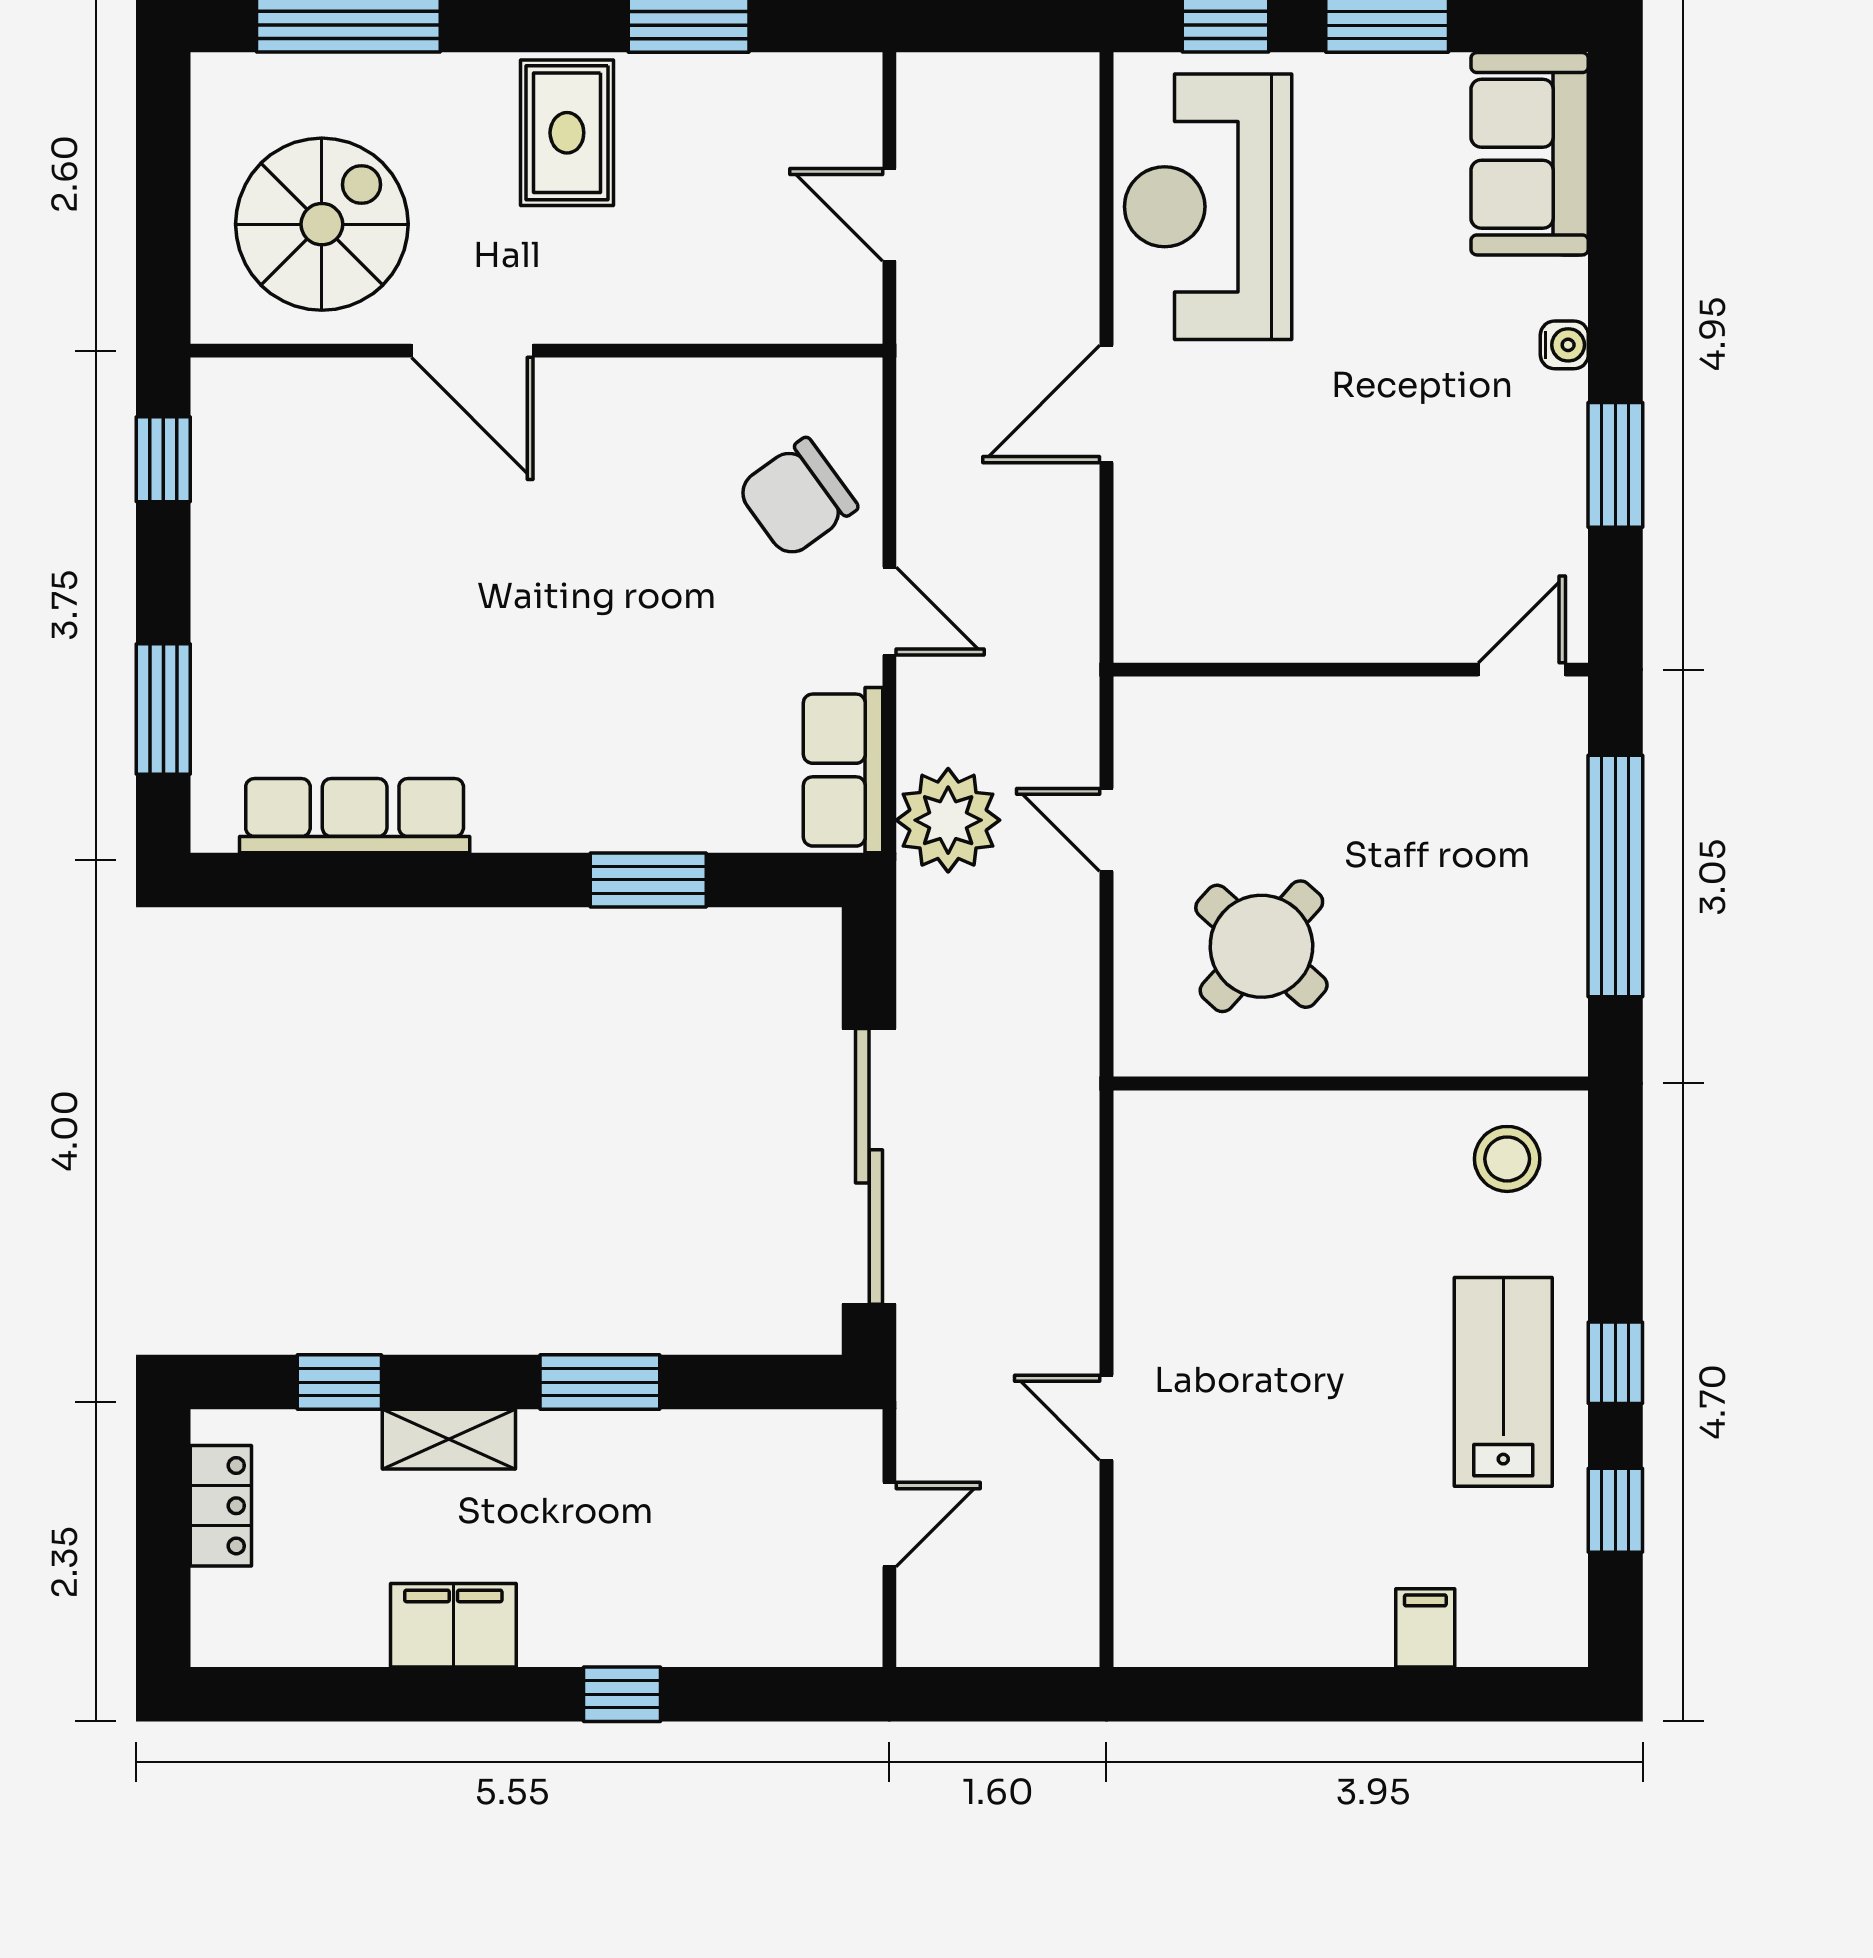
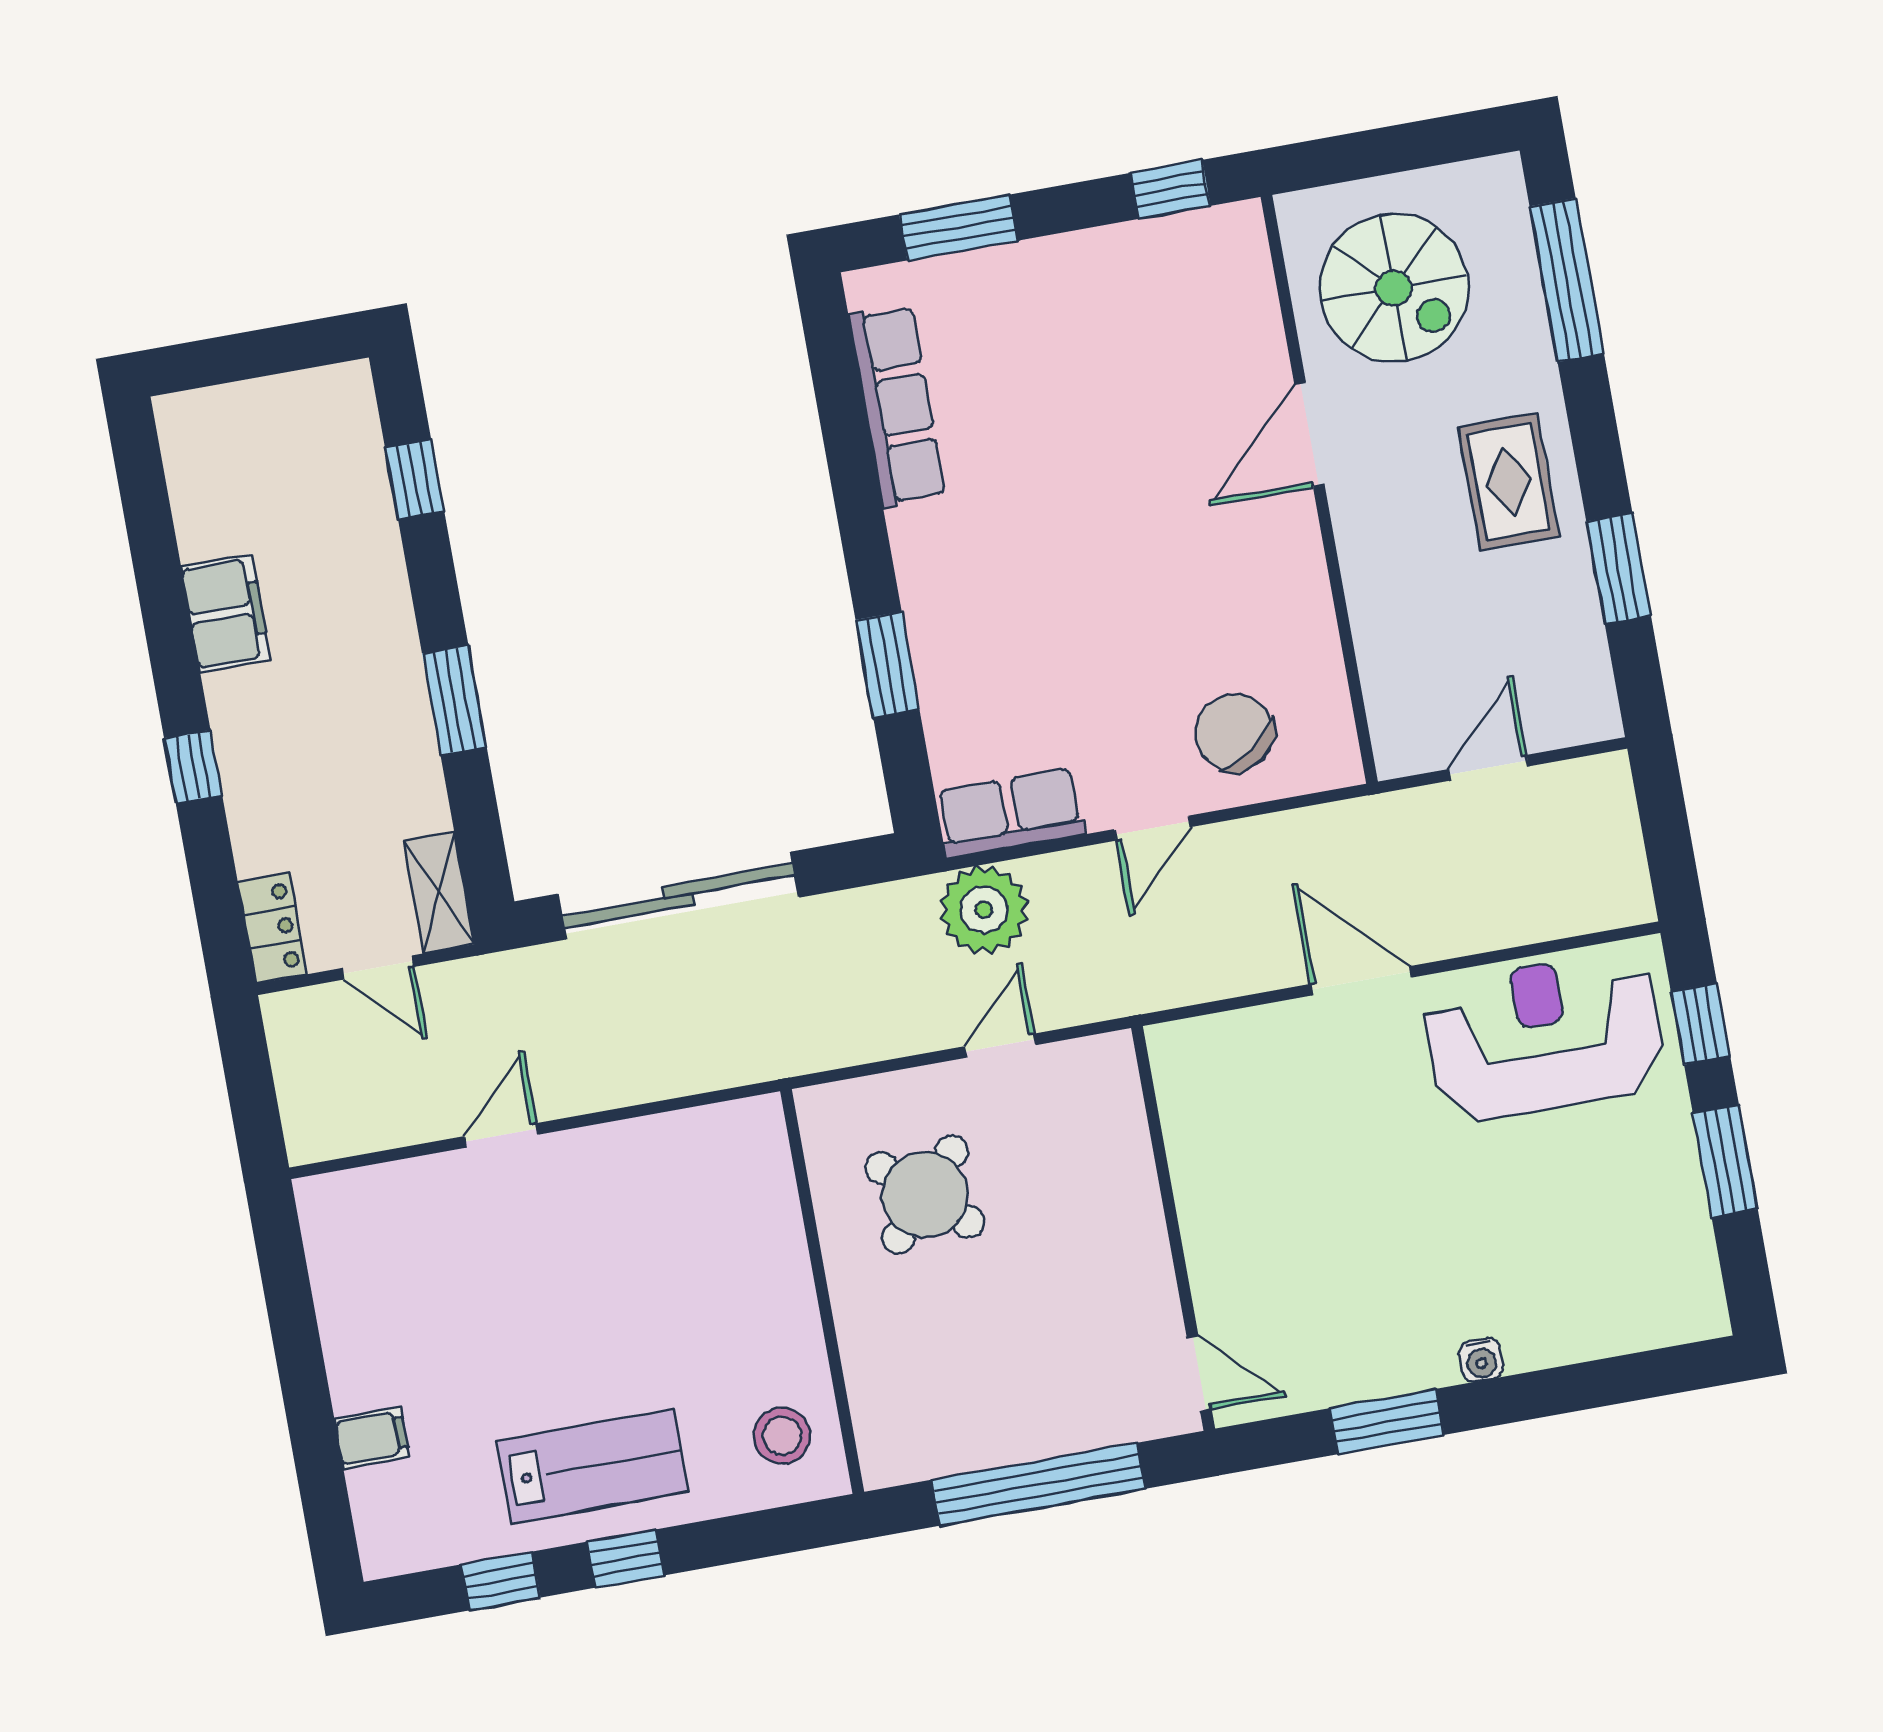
rug: (567, 133) -> (1509, 482), turned 90
sofa: (1530, 154) -> (1638, 1301), removed
shelving: (449, 1439) -> (439, 892), moved
locker: (221, 1506) -> (273, 928), moved, turned -90

